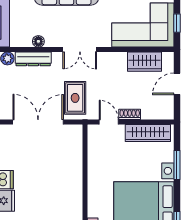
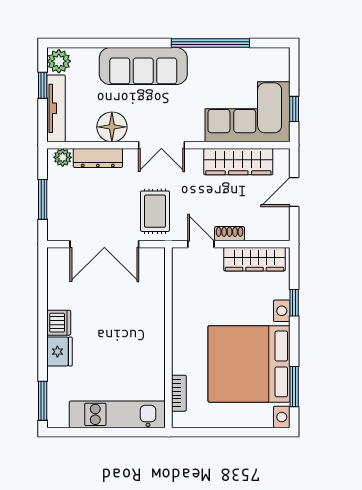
floor lamp: (38, 41) -> (112, 127), width x1.89, depth x1.89
wardrobe: (144, 62) -> (238, 162), width x1.50
double door: (38, 122) -> (104, 244), swing flipped
window: (177, 165) -> (294, 303), width x0.67

